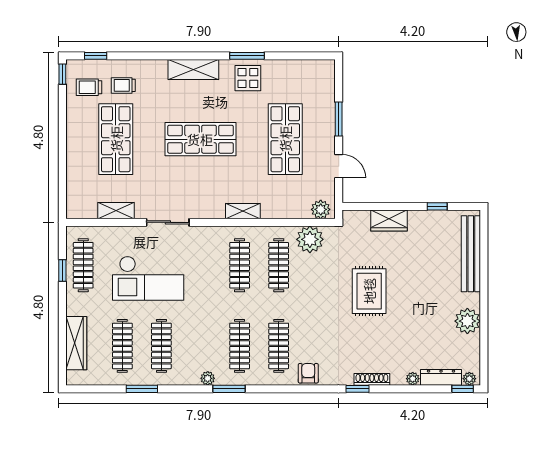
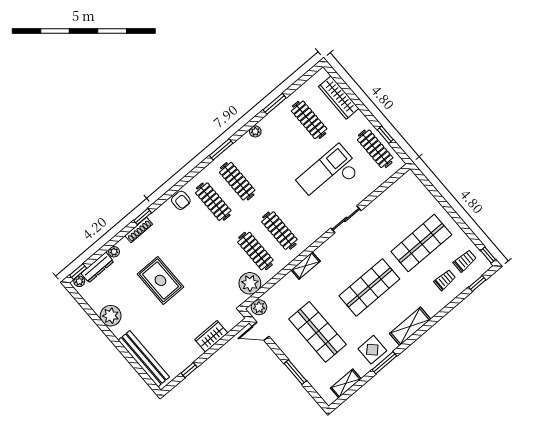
shop shelf: (116, 139) -> (421, 243), turned 90
door: (339, 166) -> (260, 331), moved
shelving: (116, 211) -> (346, 383), moved
rug: (369, 291) -> (160, 280), moved
clothes rail: (161, 346) -> (285, 140), removed
plant: (208, 378) -> (255, 131), moved

